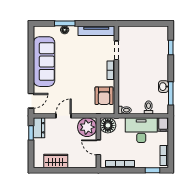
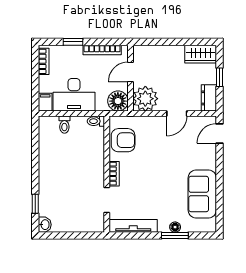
sofa: (44, 62) -> (202, 194), width x0.73
washbasin: (163, 87) -> (45, 225), moved
window: (171, 93) -> (35, 143), removed
armchair: (104, 96) -> (123, 140), turned 90
window: (31, 133) -> (219, 77), moved
door: (98, 147) -> (130, 72), swing flipped
wardrobe: (56, 161) -> (201, 54), moved
window: (152, 170) -> (73, 42), moved

